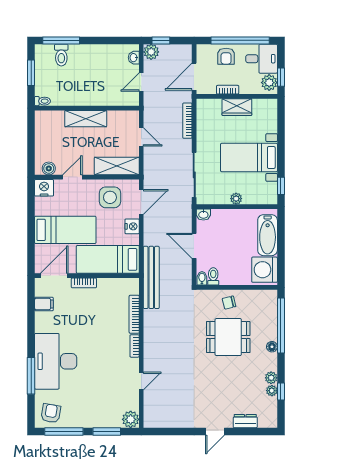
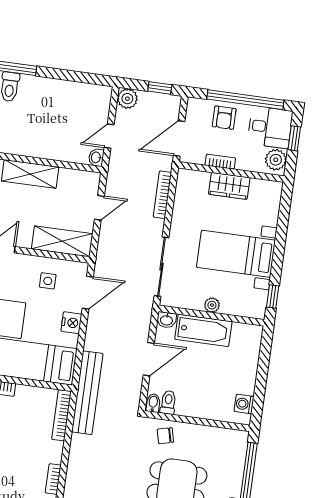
window: (161, 40) -> (160, 88), moved
washbasin: (134, 58) -> (96, 157), moved
window: (281, 77) -> (294, 138), moved
door: (141, 137) -> (99, 208), hinge flipped
side table: (110, 197) -> (48, 281), width x0.54, depth x0.54
bathtub: (268, 235) -> (203, 330), moved, turned -90
door: (194, 246) -> (149, 359), swing flipped
washing machine: (265, 270) -> (244, 404), width x0.53, depth x0.53
chair: (229, 303) -> (165, 436), moved
bookcase: (134, 314) -> (61, 415), moved

